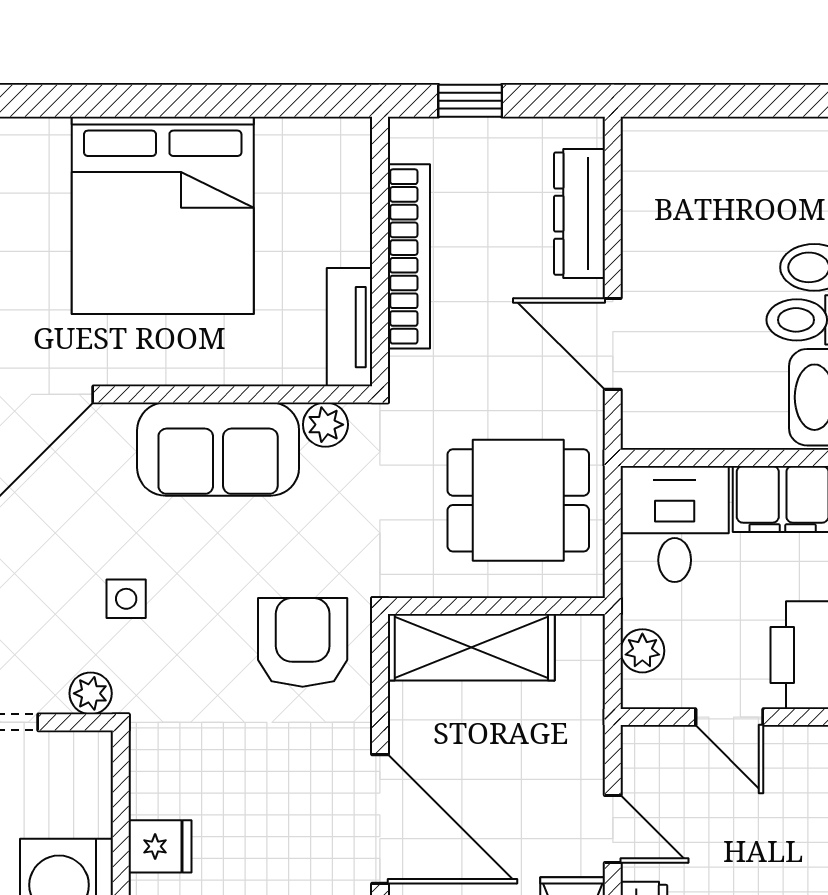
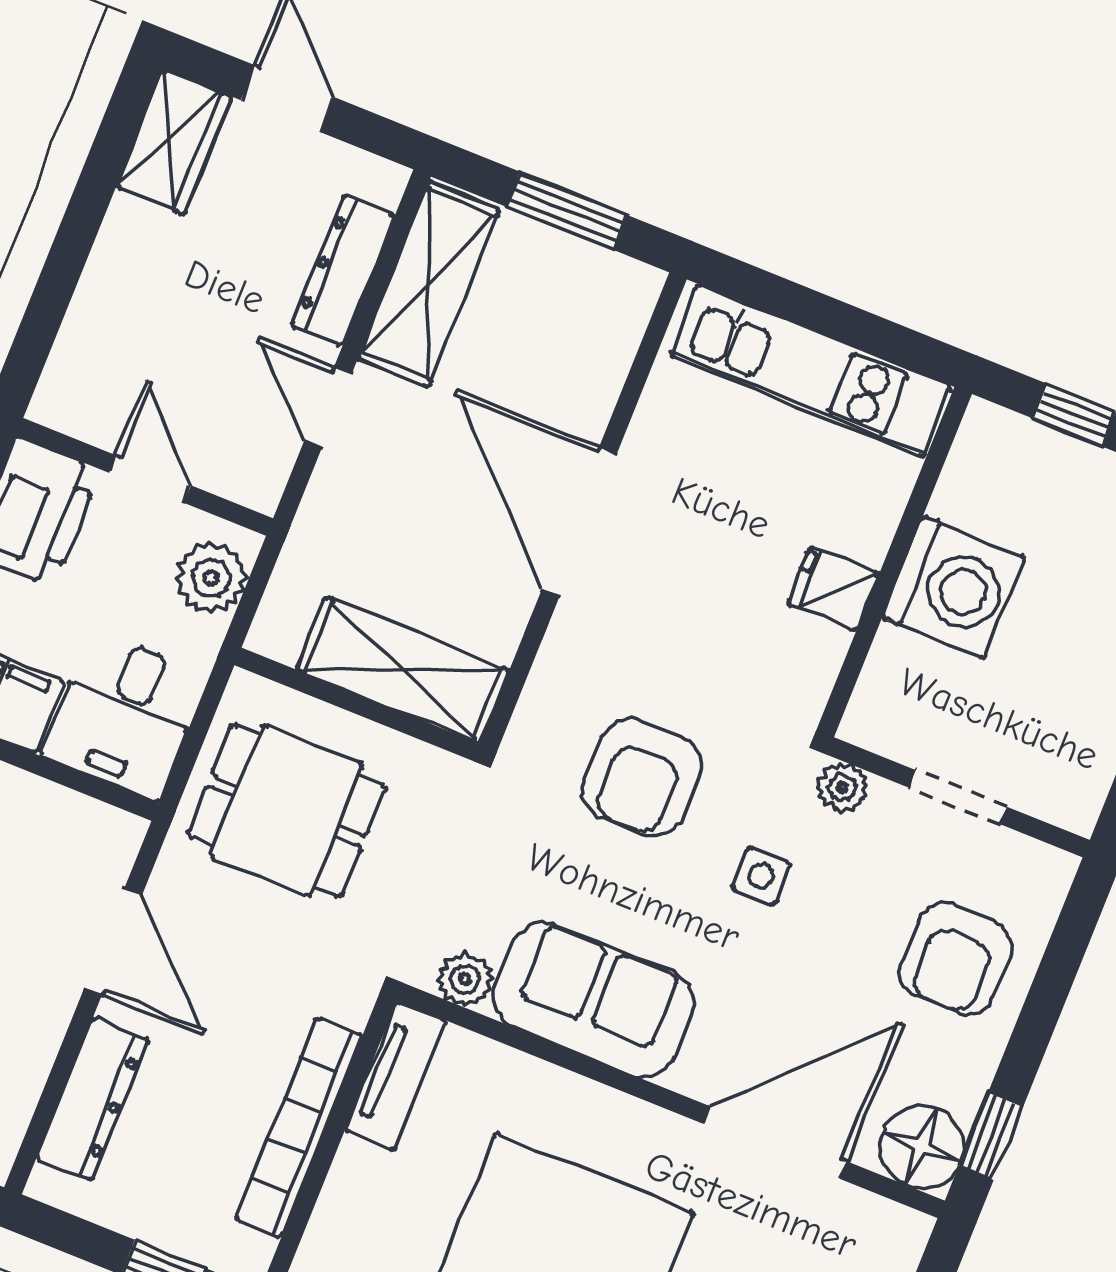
armchair: (303, 642) -> (642, 778), moved
plant: (642, 651) -> (211, 578), width x1.38, depth x1.38

